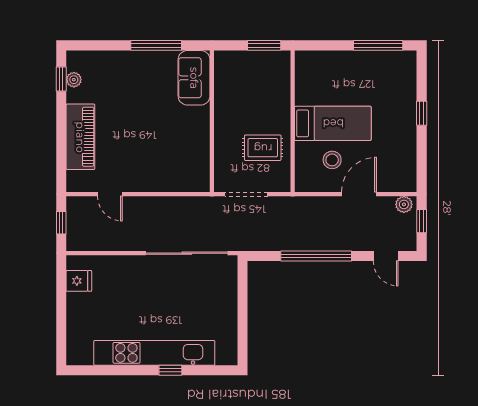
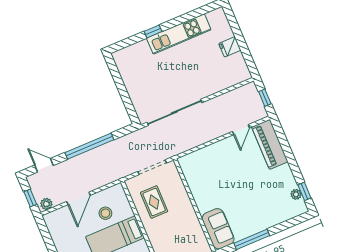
piano: (80, 137) -> (270, 144), moved
rug: (263, 148) -> (154, 202), turned 90
door: (110, 194) -> (241, 130), swing flipped
fridge: (79, 281) -> (230, 47), moved
kitchen unit: (154, 353) -> (179, 34), width x0.73

